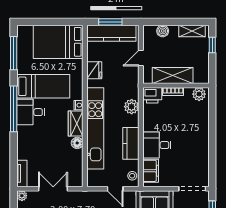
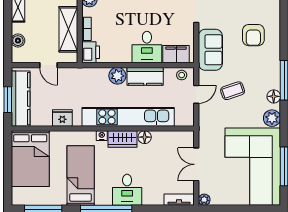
plant: (132, 107) -> (117, 76), moved
desk: (31, 112) -> (127, 190), moved

